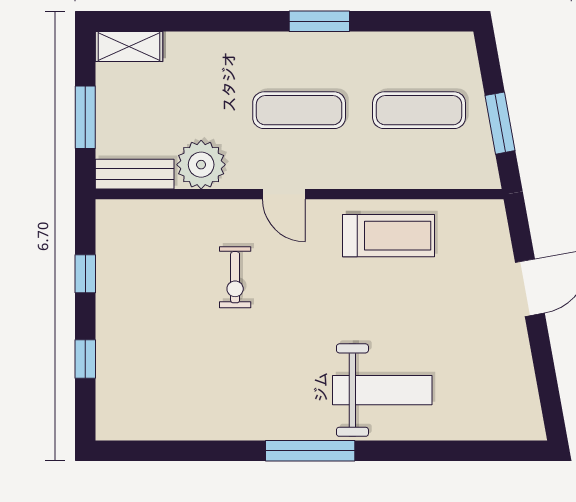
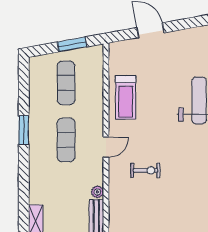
plant: (201, 165) -> (97, 192), width x0.53, depth x0.53
treadmill: (388, 236) -> (126, 97), turned 180

